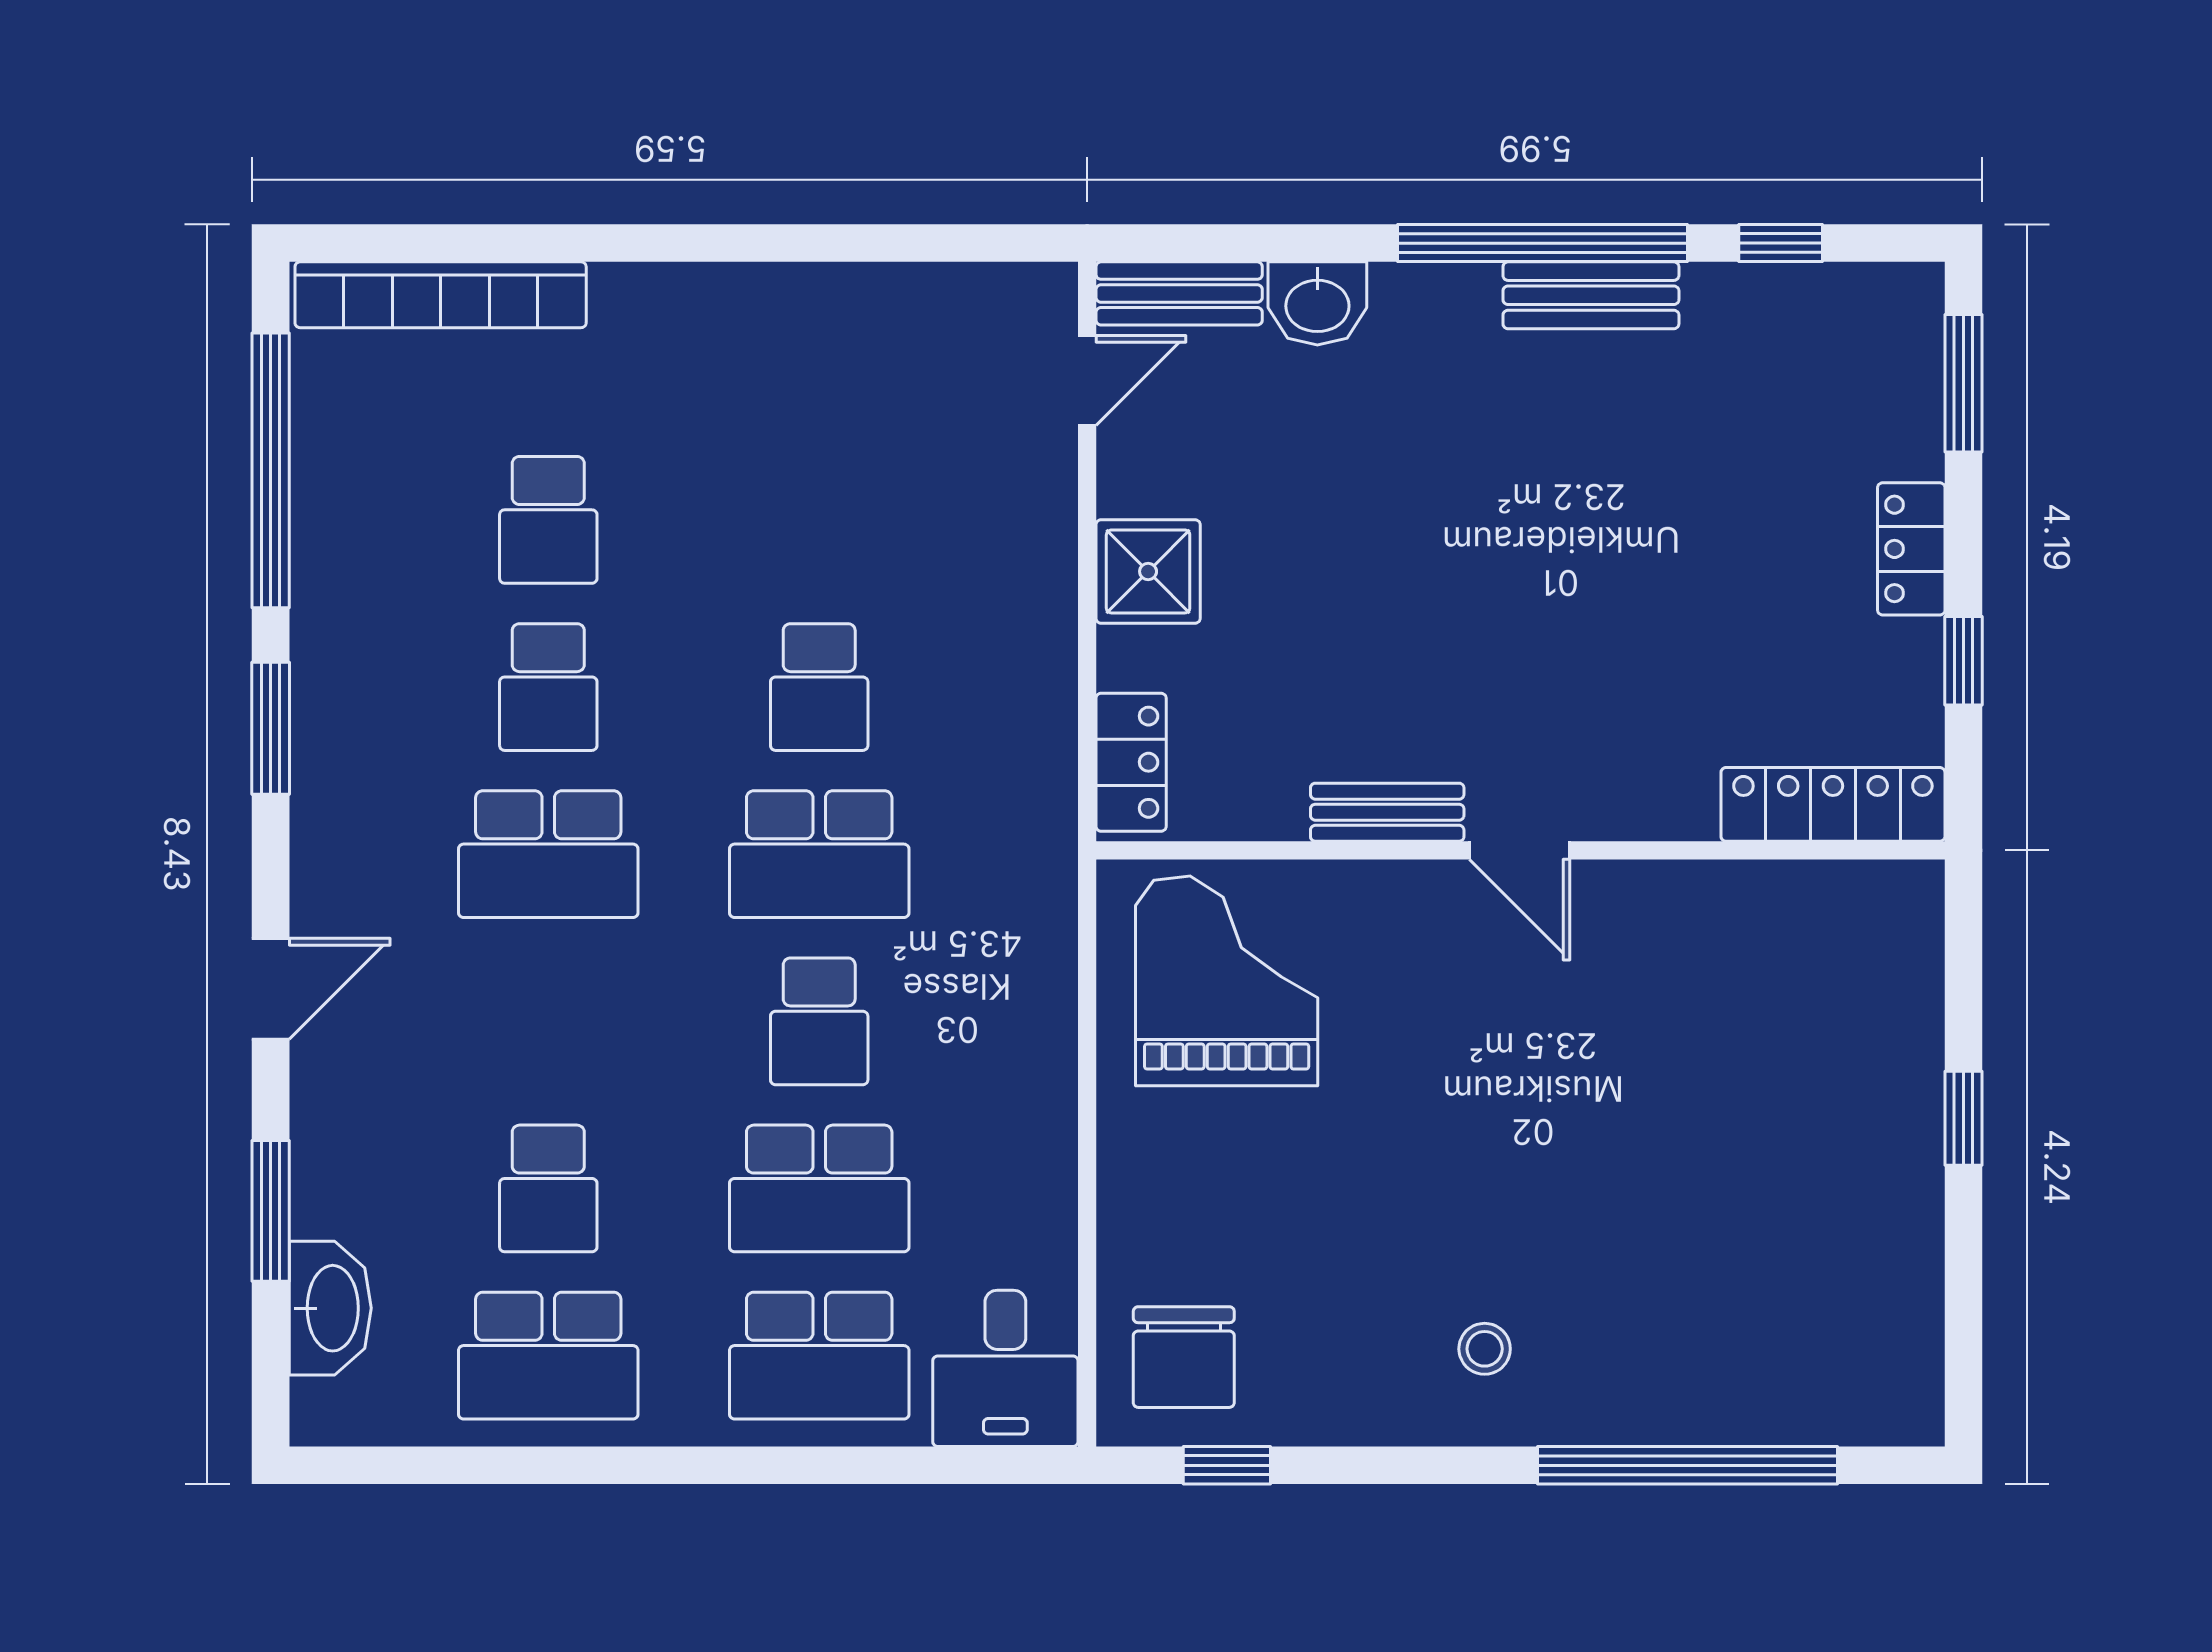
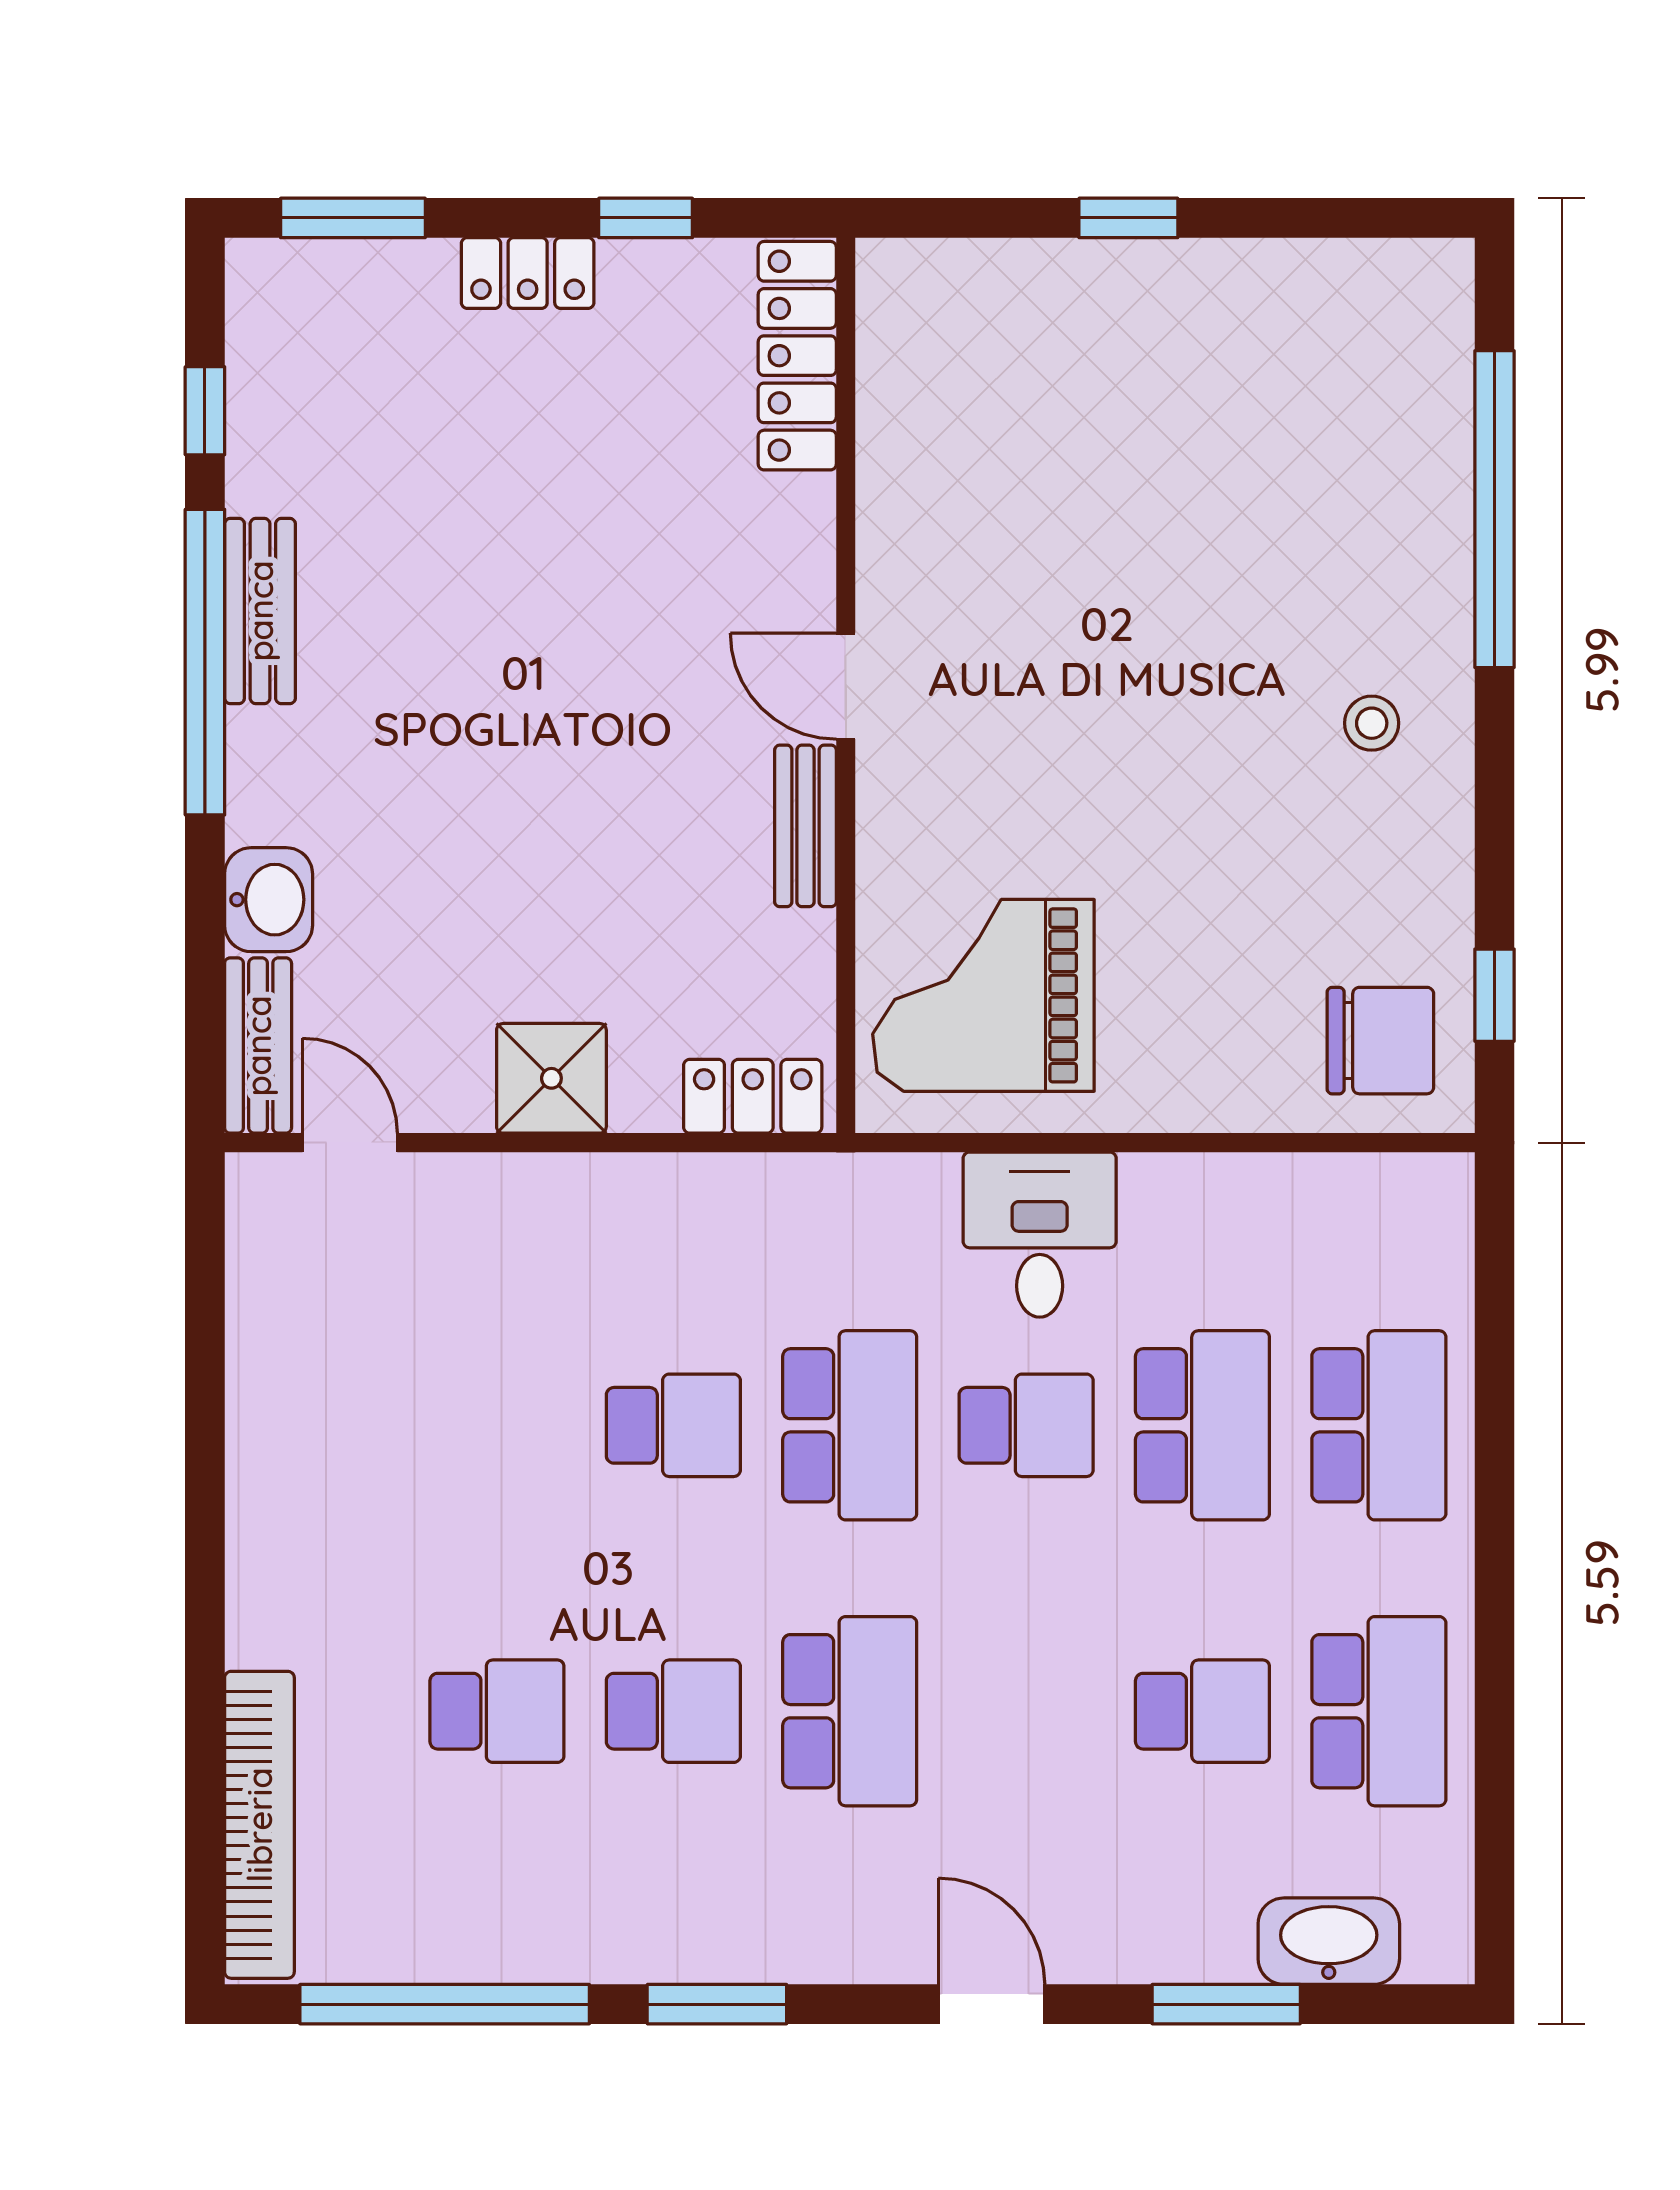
door: (1520, 850) -> (846, 686), swing flipped
desk: (1005, 1368) -> (1040, 1235), moved, turned -90

